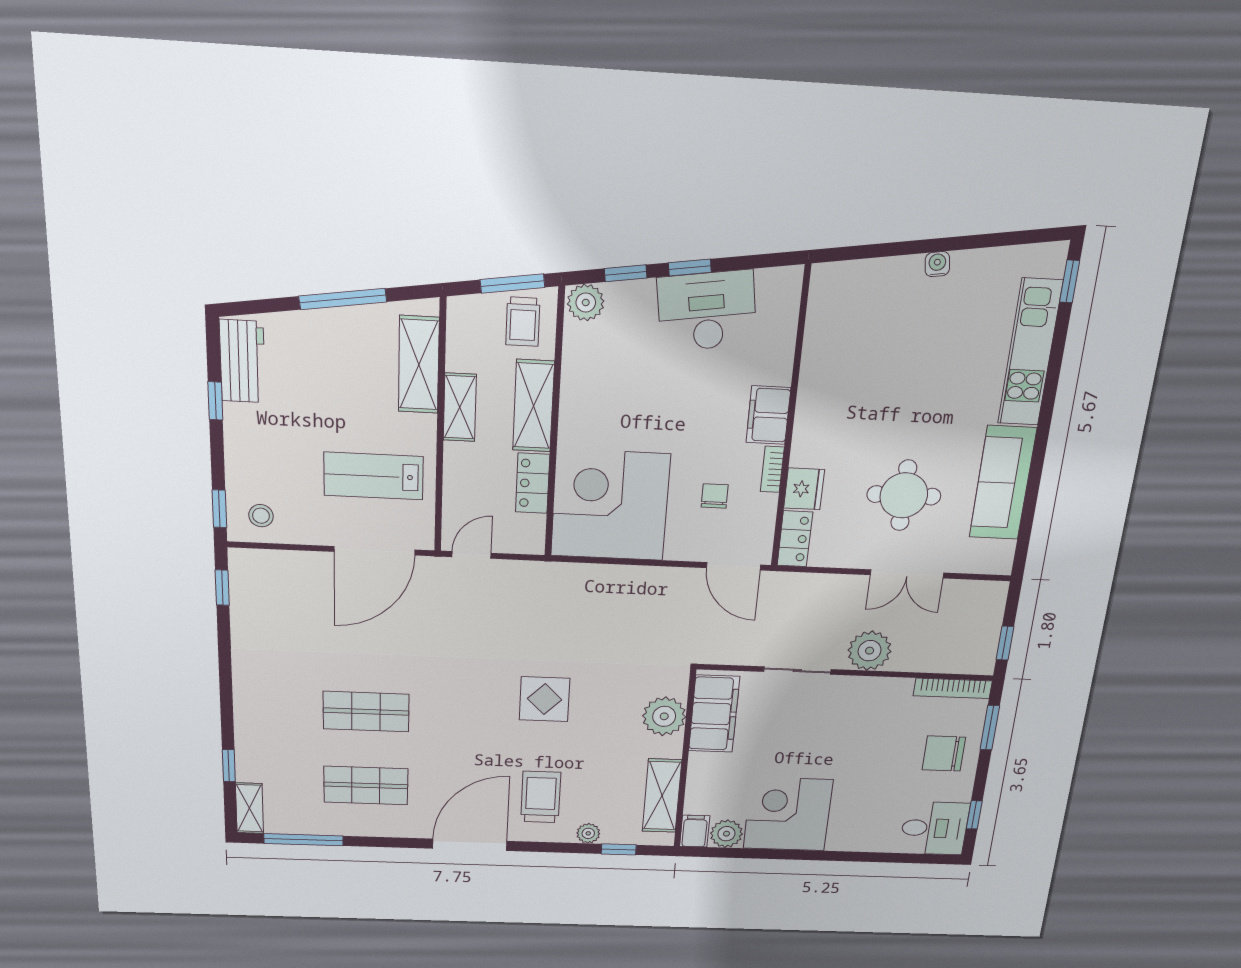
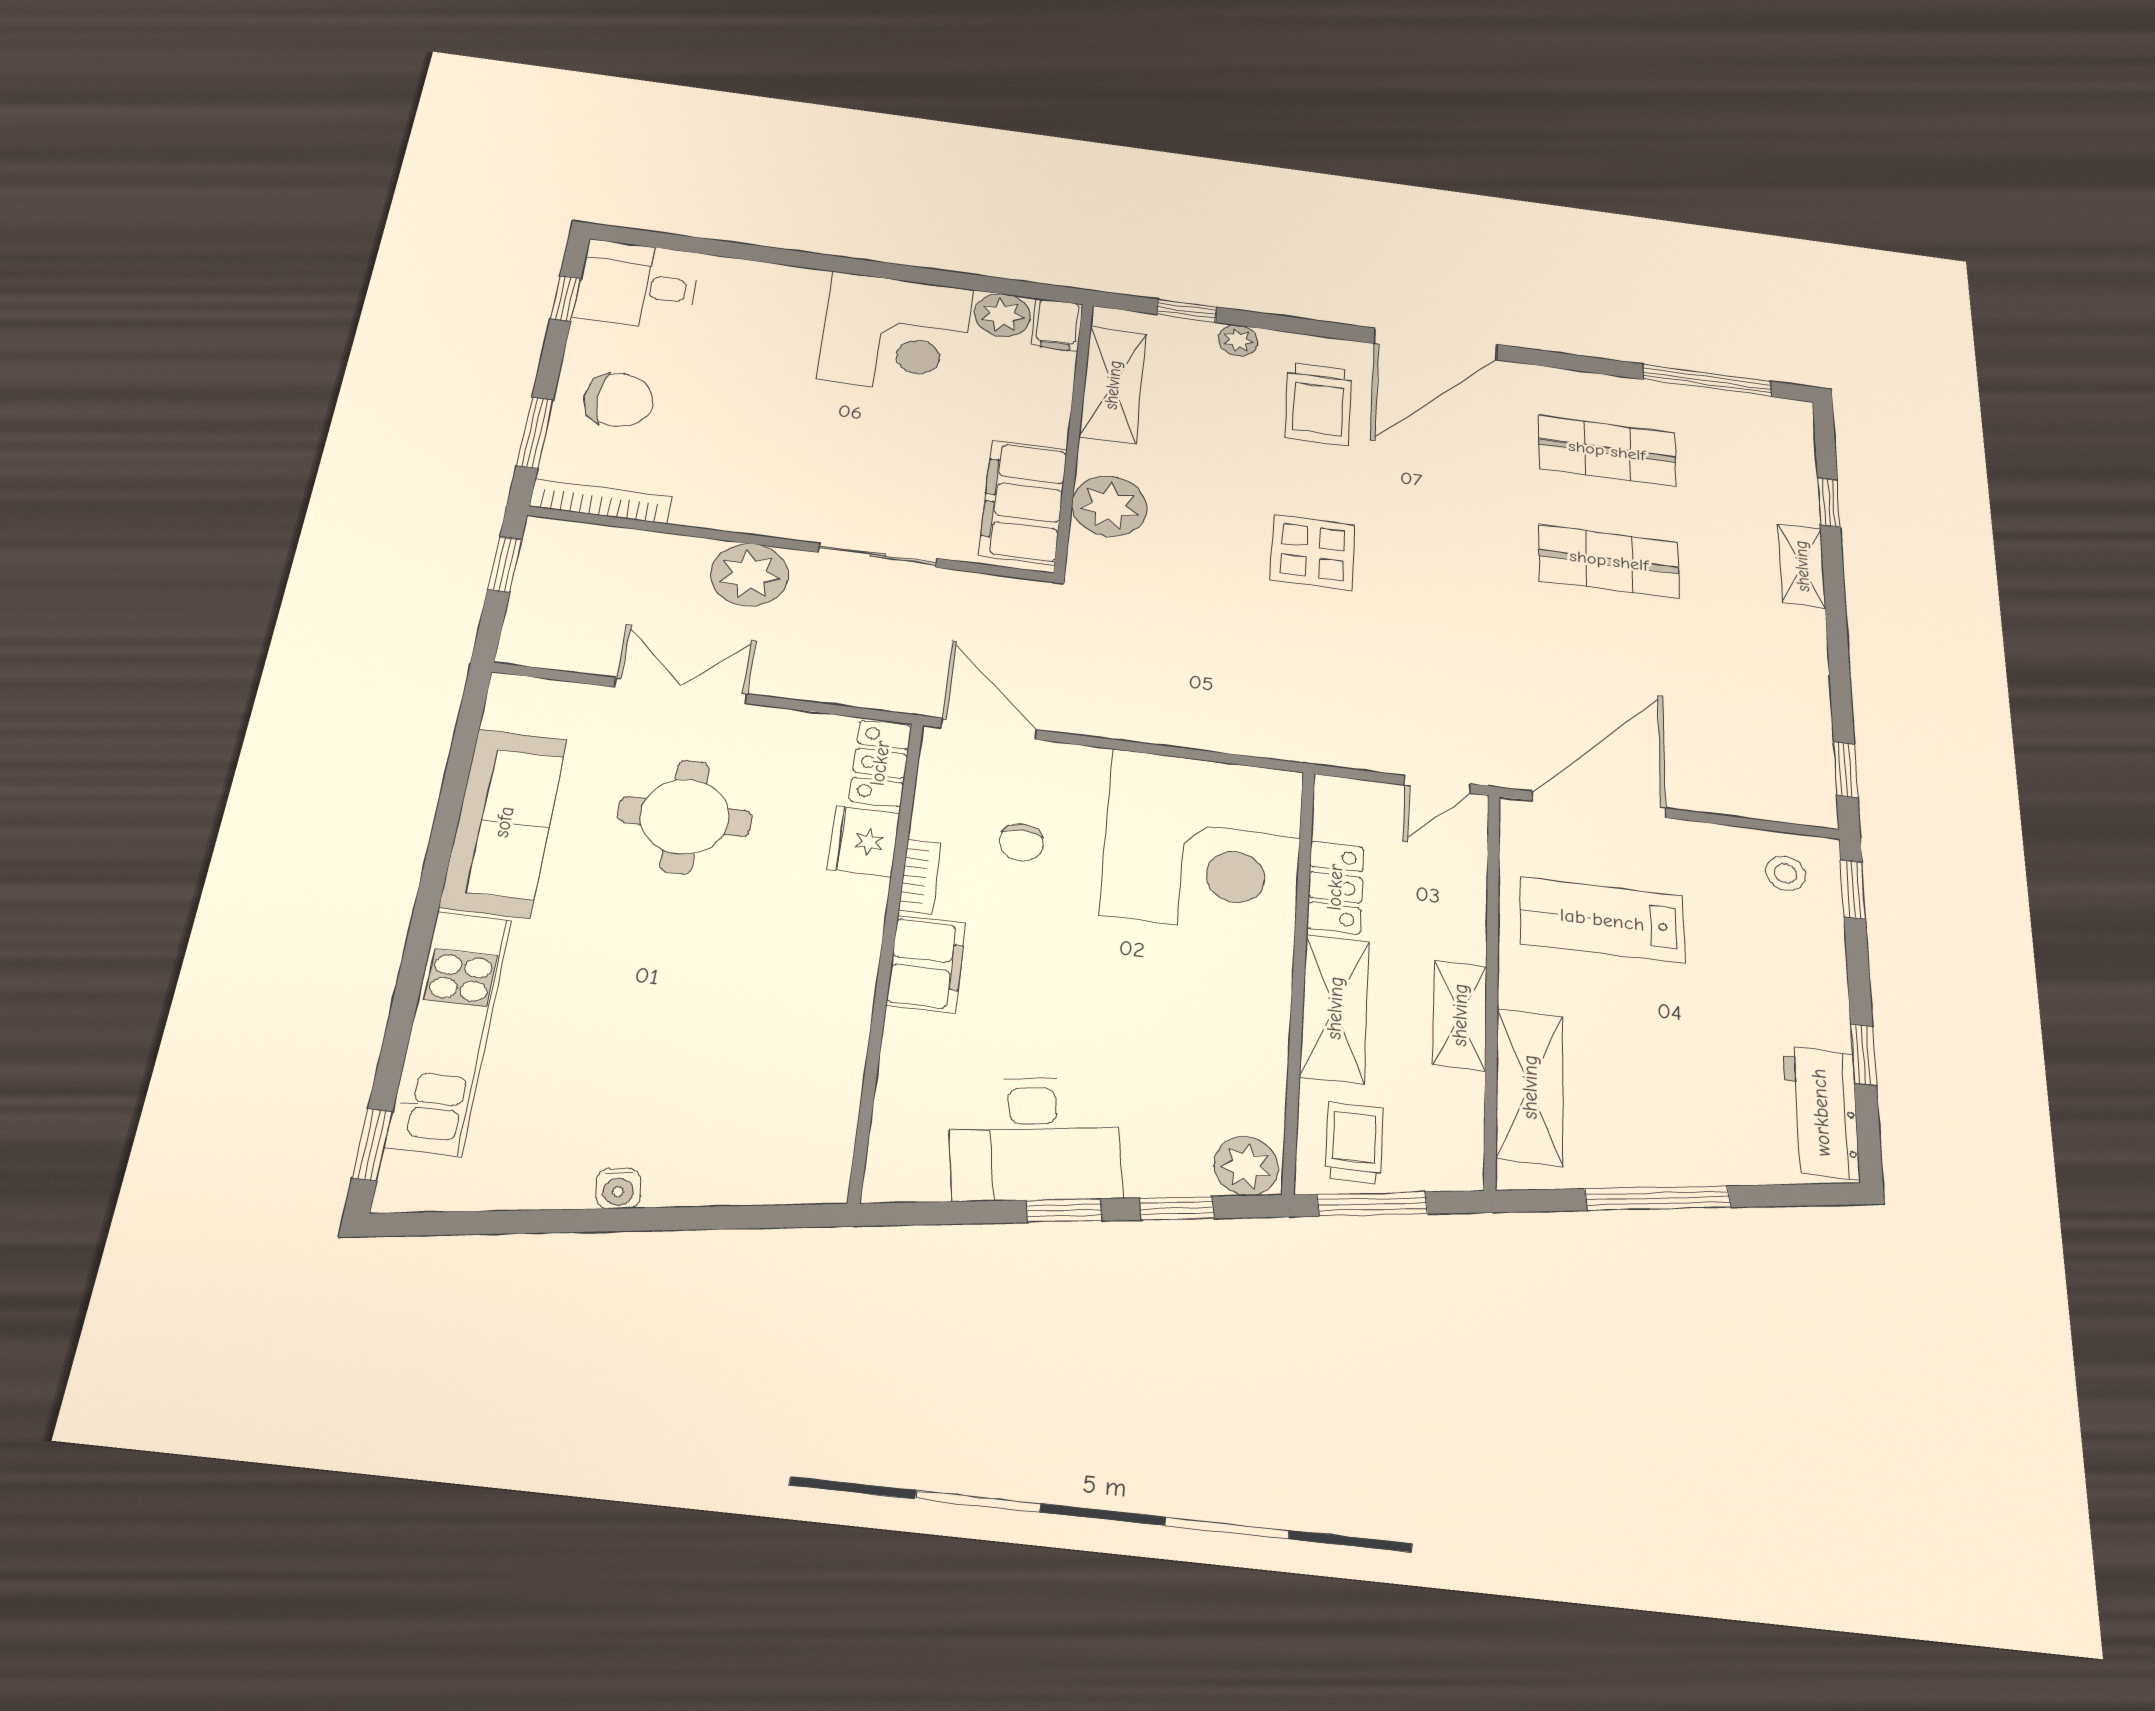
lab bench: (374, 476) -> (1602, 920), turned 180
shelving: (249, 808) -> (1802, 566), moved

